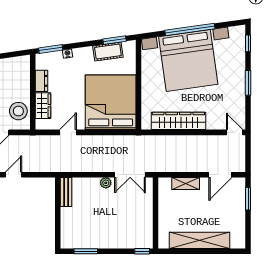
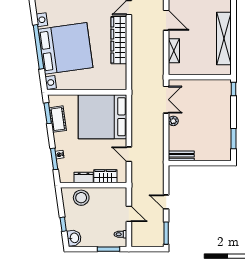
window: (51, 49) -> (54, 159), moved
stool: (18, 111) -> (81, 198), moved
wardrobe: (178, 121) -> (119, 40), moved

